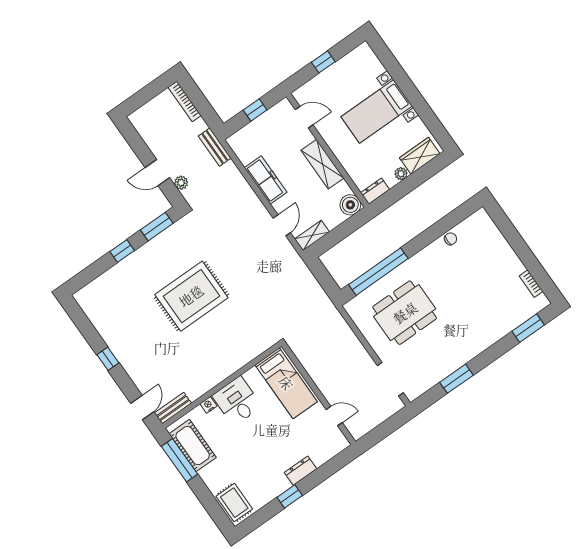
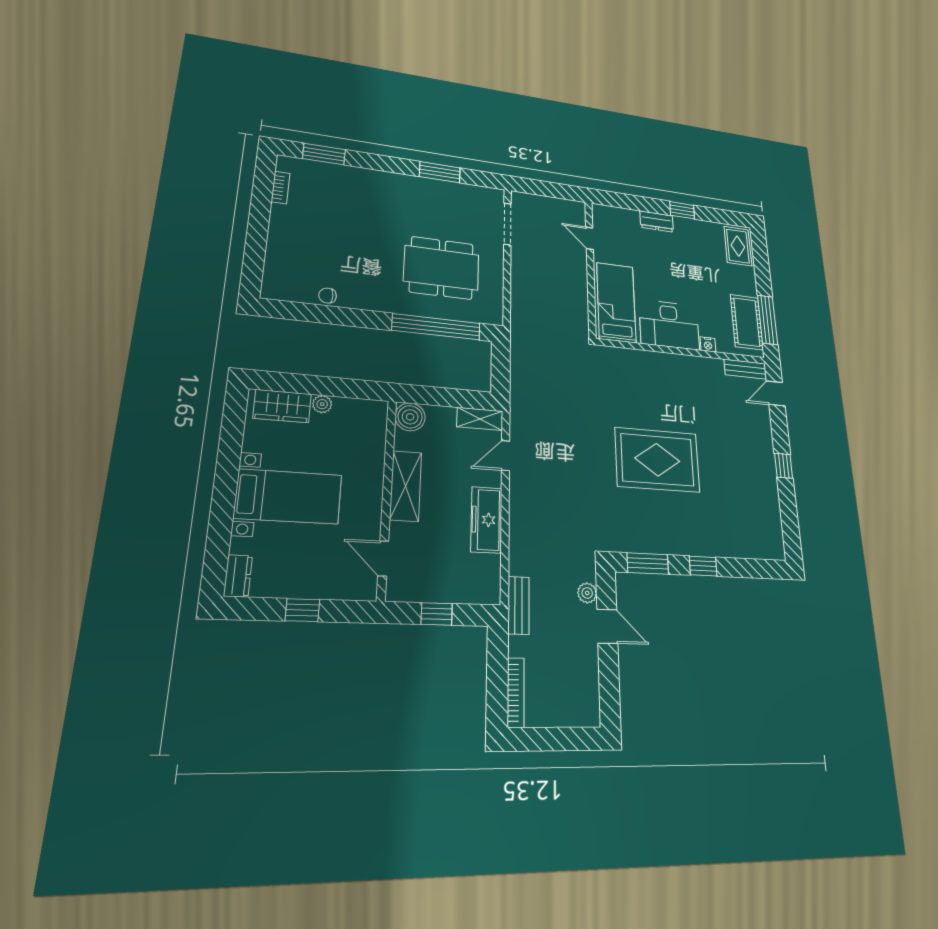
dresser: (375, 191) -> (238, 576), moved, turned -90
desk: (237, 401) -> (669, 325), width x1.37

